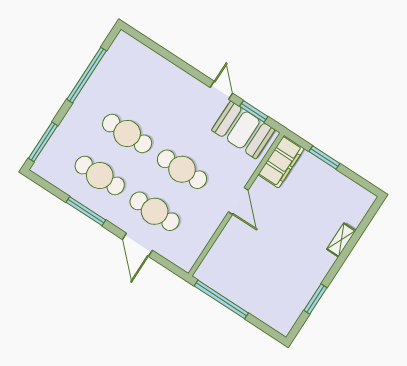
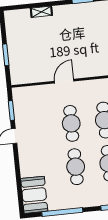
booth: (243, 130) -> (34, 195), moved
filing cabinet: (281, 162) -> (26, 75), removed

